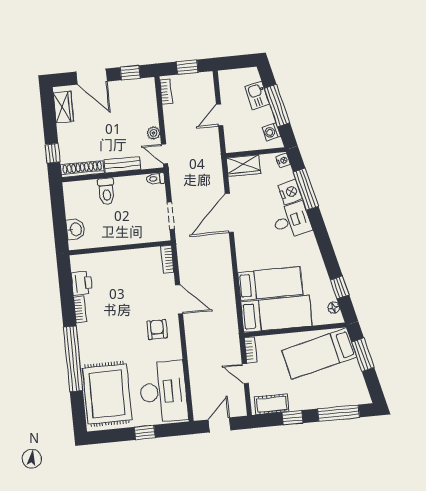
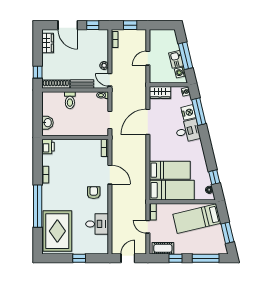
kitchen sink: (257, 95) -> (176, 59), moved
printer: (82, 283) -> (48, 147), moved
window: (363, 355) -> (227, 233), moved
desk: (163, 392) -> (97, 224), width x0.53, depth x0.77

